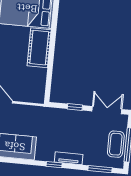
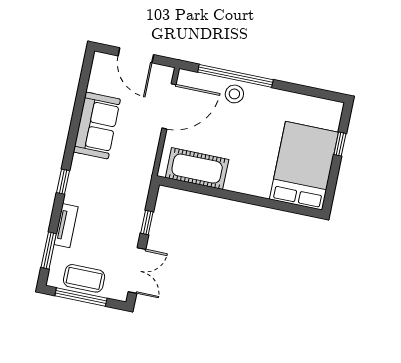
cot: (39, 48) -> (197, 169), moved
tv unit: (69, 158) -> (66, 226), moved

